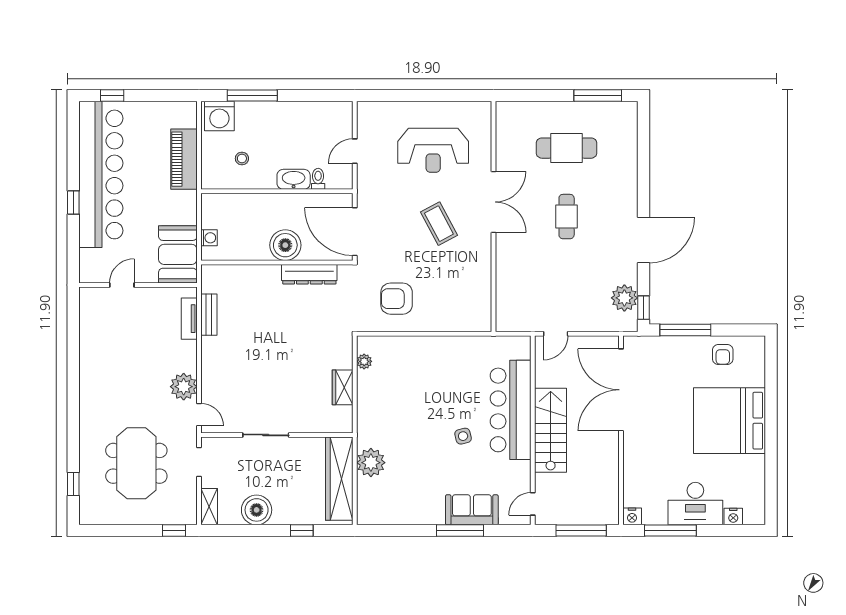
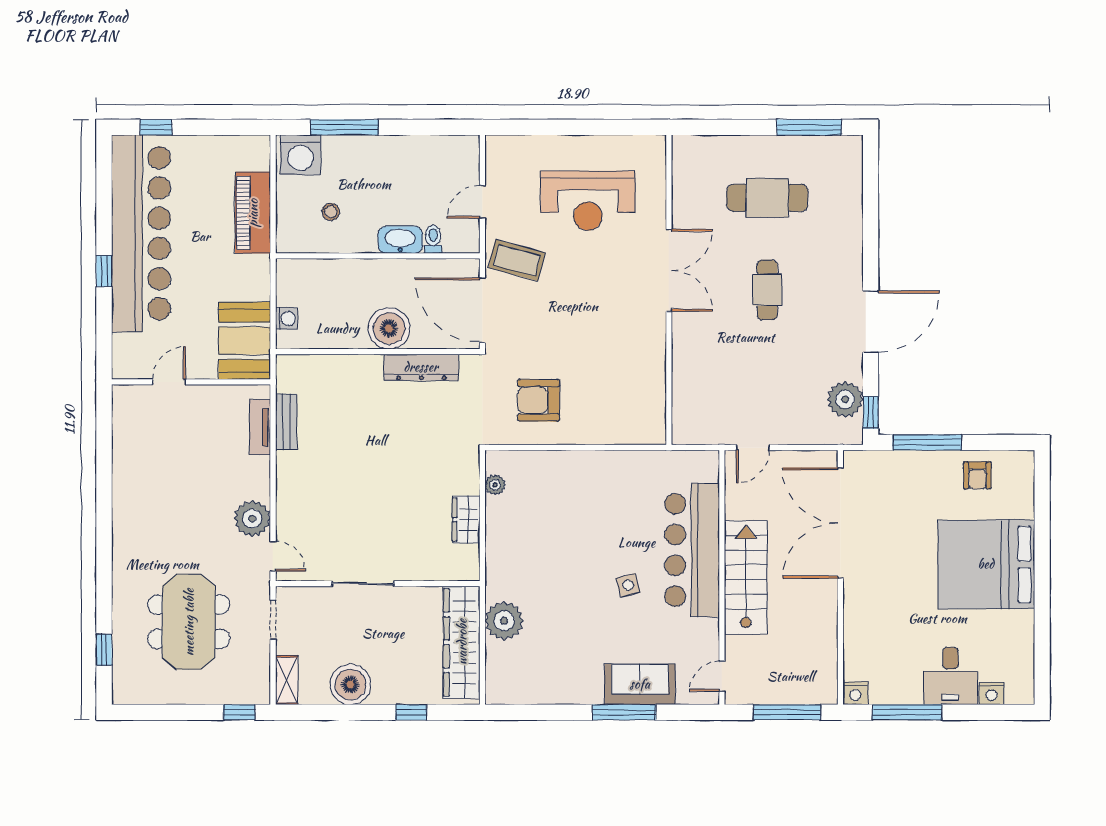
coffee table: (439, 224) -> (517, 260), moved, turned -47
desk: (695, 504) -> (951, 676), width x0.73

